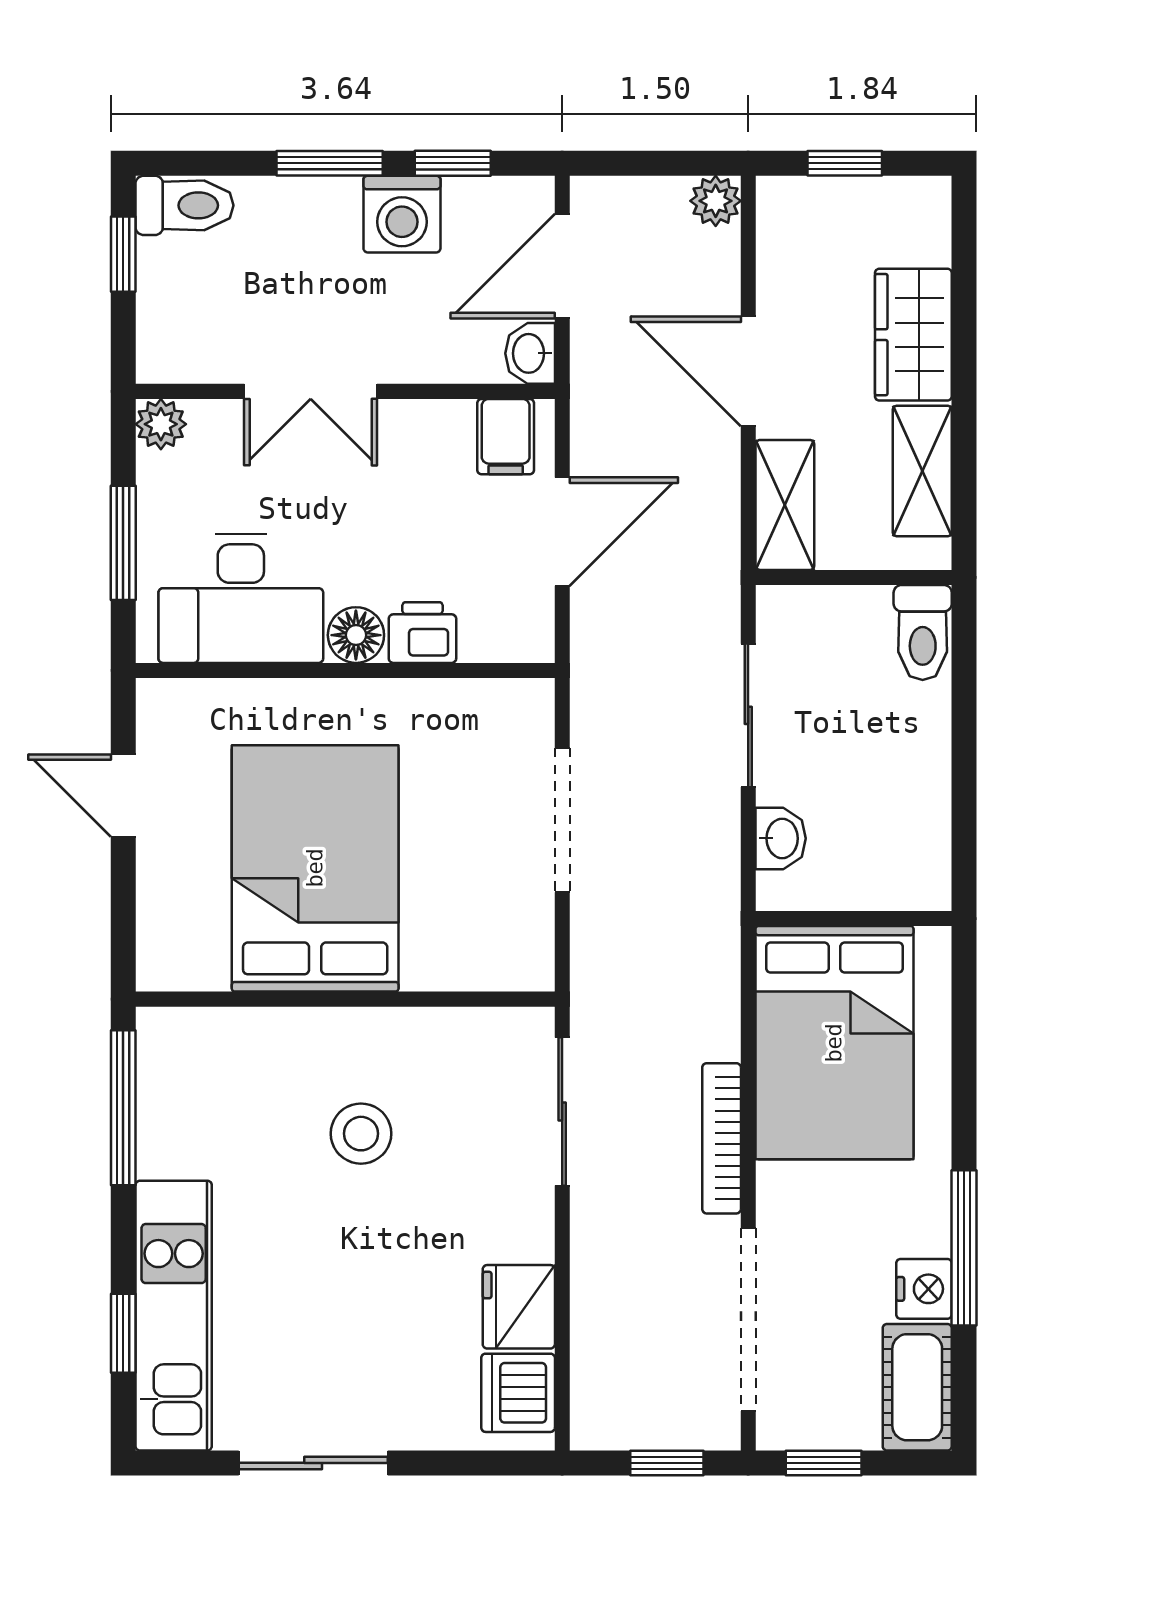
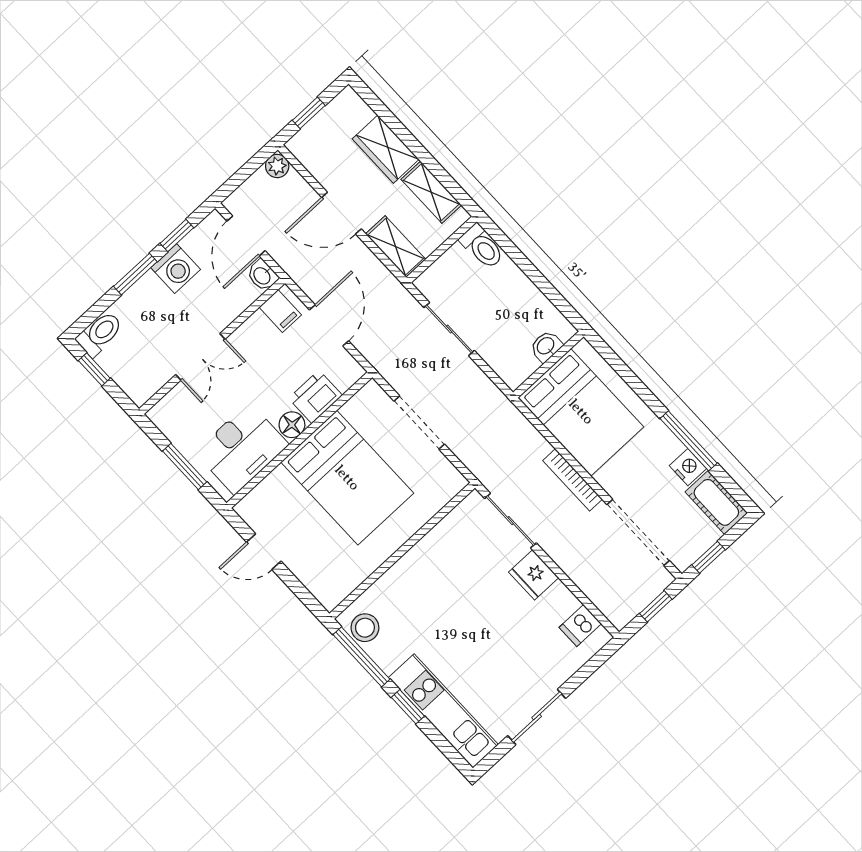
plant: (161, 424) -> (160, 415), removed
printer: (422, 633) -> (315, 397), width x1.36, depth x1.24
washbasin: (781, 838) -> (546, 346), moved, turned -90
bed: (315, 868) -> (347, 478), moved, turned 180
stool: (361, 1134) -> (365, 628), moved
fridge: (519, 1307) -> (534, 575), moved
window: (123, 1333) -> (408, 707), moved
dishwasher: (518, 1393) -> (580, 626), width x0.73

